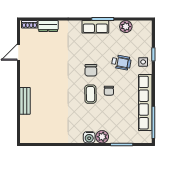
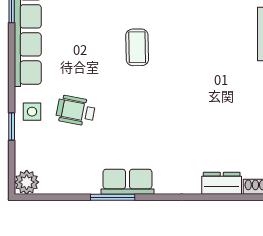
plant: (126, 27) -> (27, 182), moved
chair: (91, 70) -> (136, 95), removed
chair: (109, 91) -> (100, 54), removed

